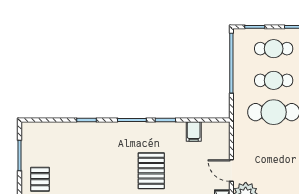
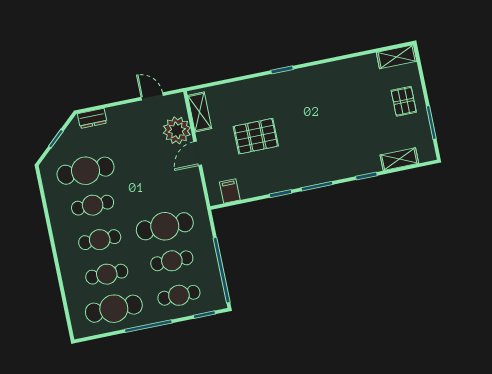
shelving: (54, 129) -> (399, 159), added
filing cabinet: (194, 132) -> (230, 191), moved
pallet: (151, 171) -> (256, 136), moved, turned 90
door: (231, 171) -> (198, 153), swing flipped

